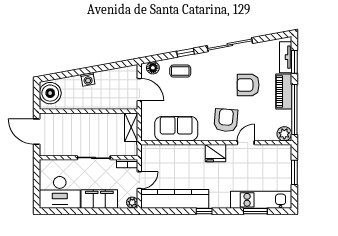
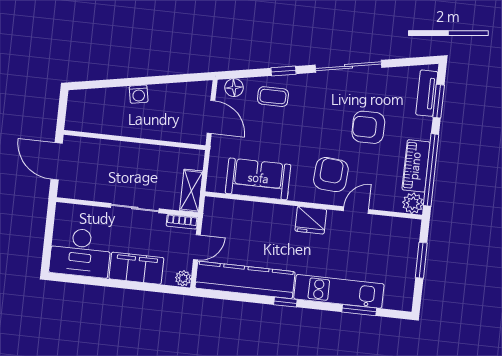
piano: (284, 92) -> (416, 166), moved
boiler: (50, 93) -> (82, 108), removed
shelving: (131, 127) -> (191, 191), moved
kitchen unit: (261, 200) -> (339, 291), moved

